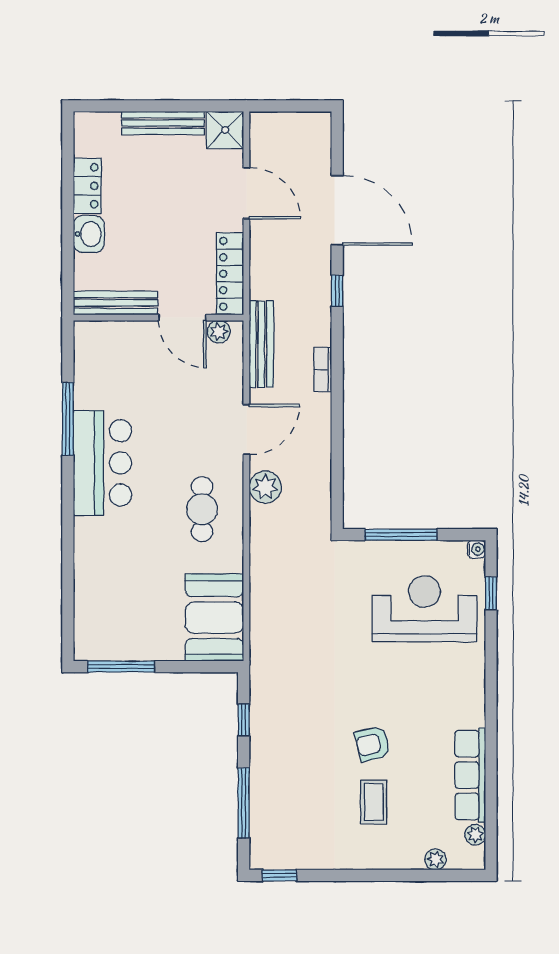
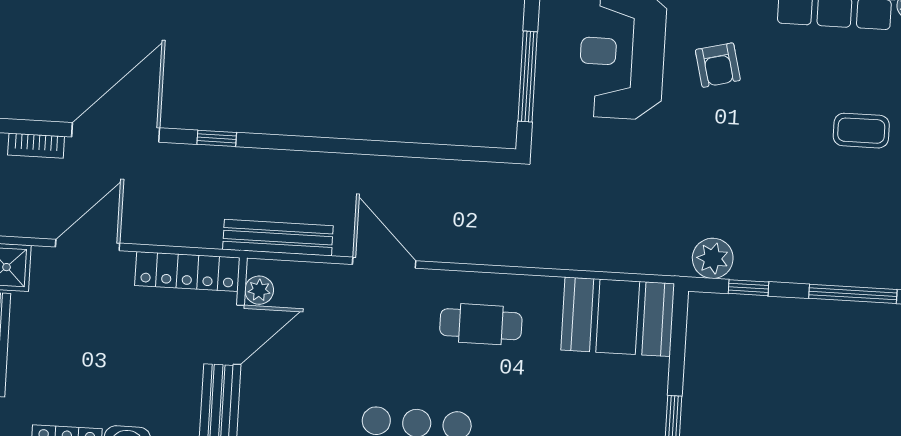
bookcase: (323, 370) -> (36, 146), moved
plant: (265, 487) -> (713, 258), moved
armchair: (373, 744) -> (718, 65), moved

